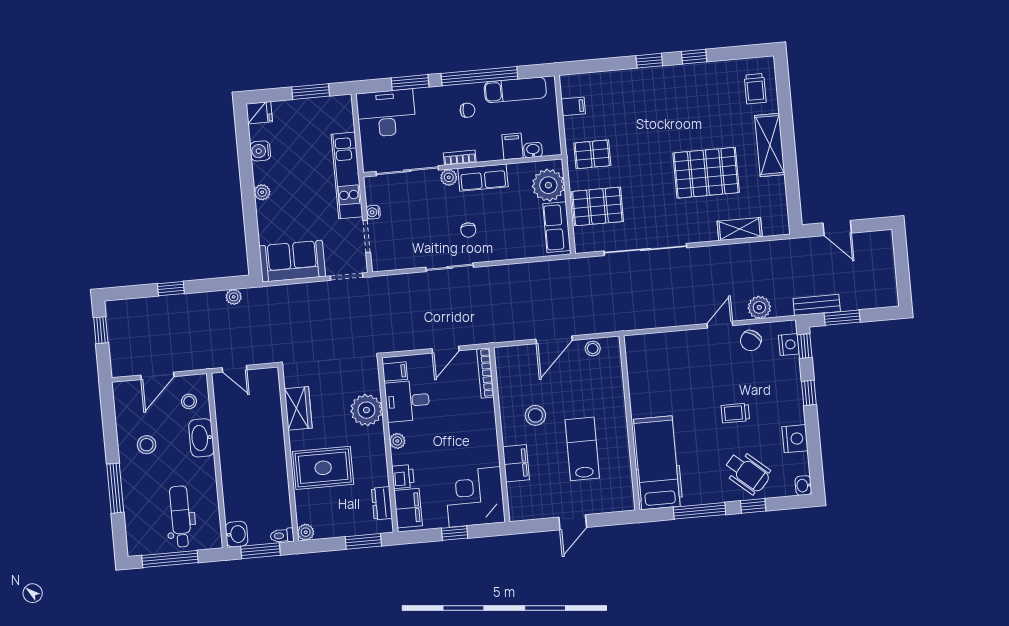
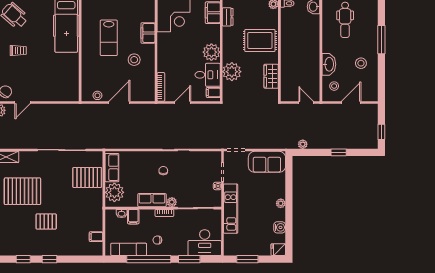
pallet: (592, 154) -> (46, 221), moved
plant: (397, 441) -> (211, 52), width x1.87, depth x1.87
printer: (403, 477) -> (214, 31), removed

